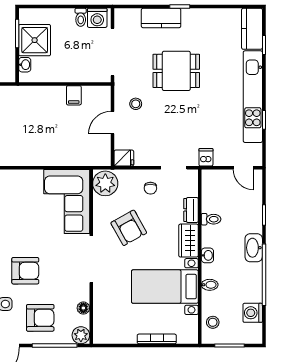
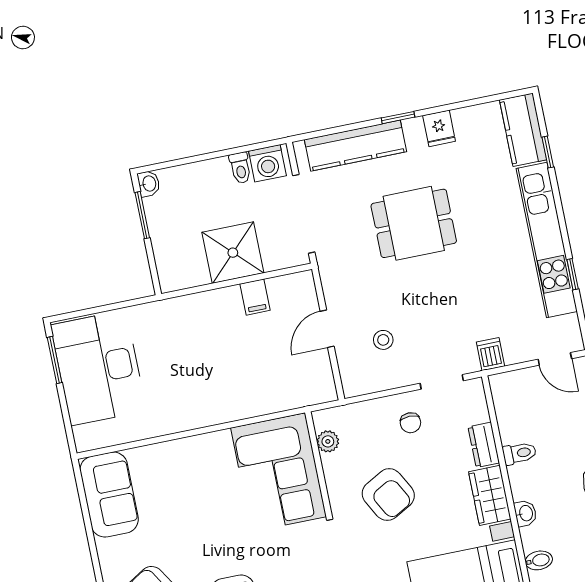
kitchen counter: (161, 18) -> (355, 146), width x1.50
shower: (35, 40) -> (233, 253), moved
washbasin: (25, 65) -> (149, 184), moved
stool: (136, 104) -> (383, 340), moved
fridge: (124, 158) -> (439, 128), moved, turned 90
plant: (105, 183) -> (328, 441), width x0.53, depth x0.53

